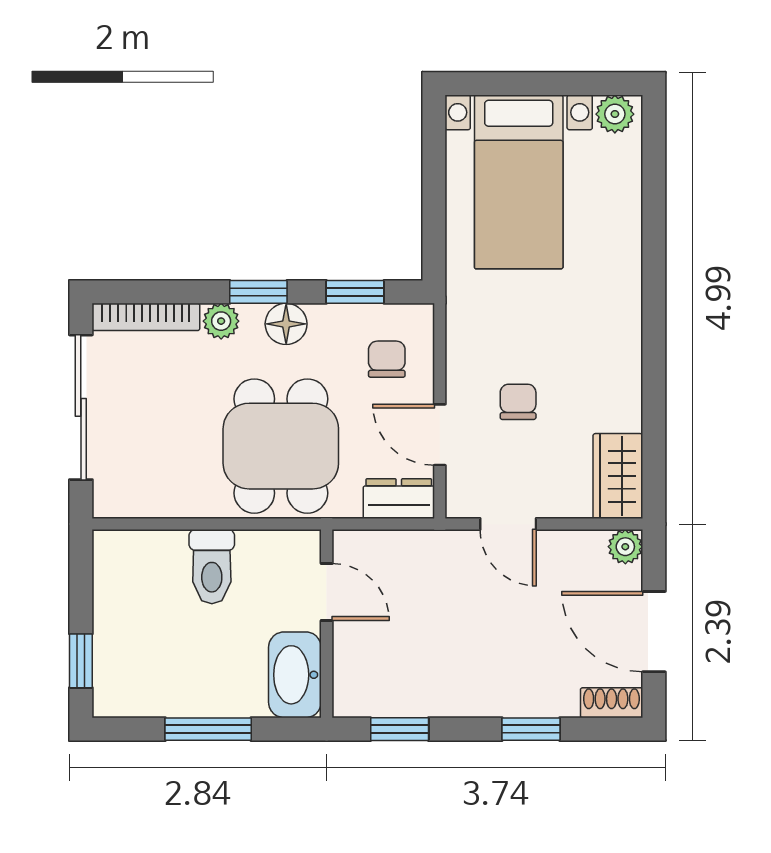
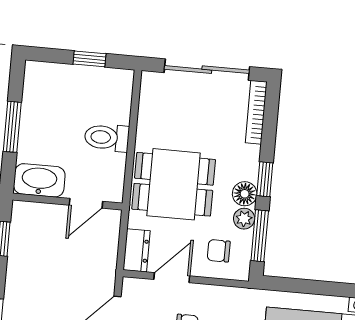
window: (355, 292) -> (260, 236), width x1.50
plant: (221, 321) -> (244, 219), moved
chair: (387, 359) -> (219, 251), turned 180
window: (81, 661) -> (89, 59), moved

